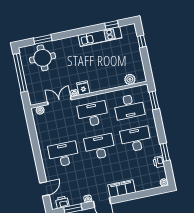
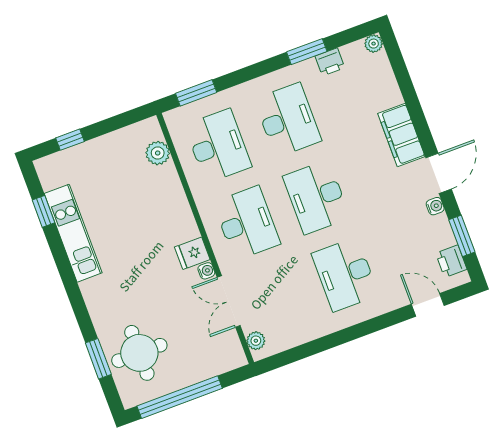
desk: (93, 114) -> (247, 223), turned 180
desk: (136, 139) -> (288, 120), turned 180

